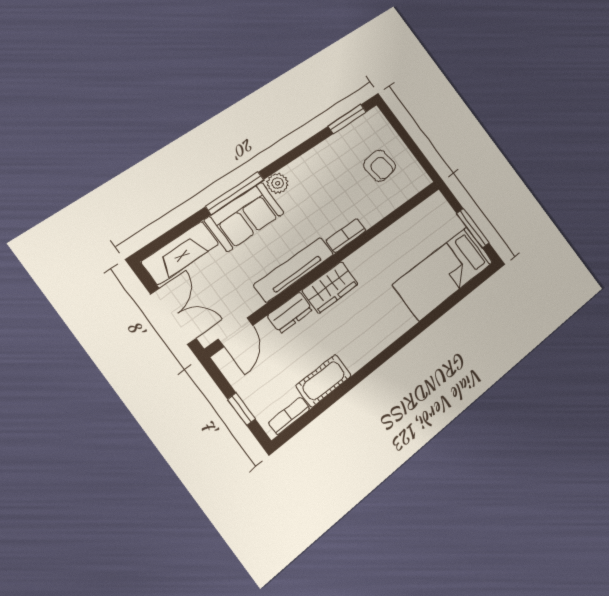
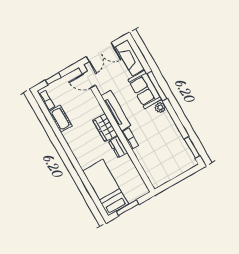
armchair: (380, 166) -> (166, 161), removed
dresser: (290, 313) -> (118, 147), moved

